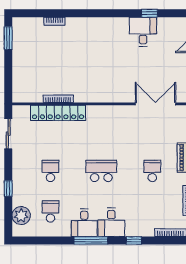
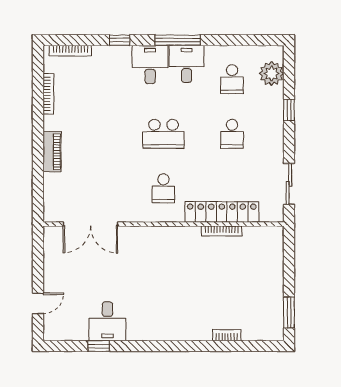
school desk: (152, 171) -> (163, 188), moved

